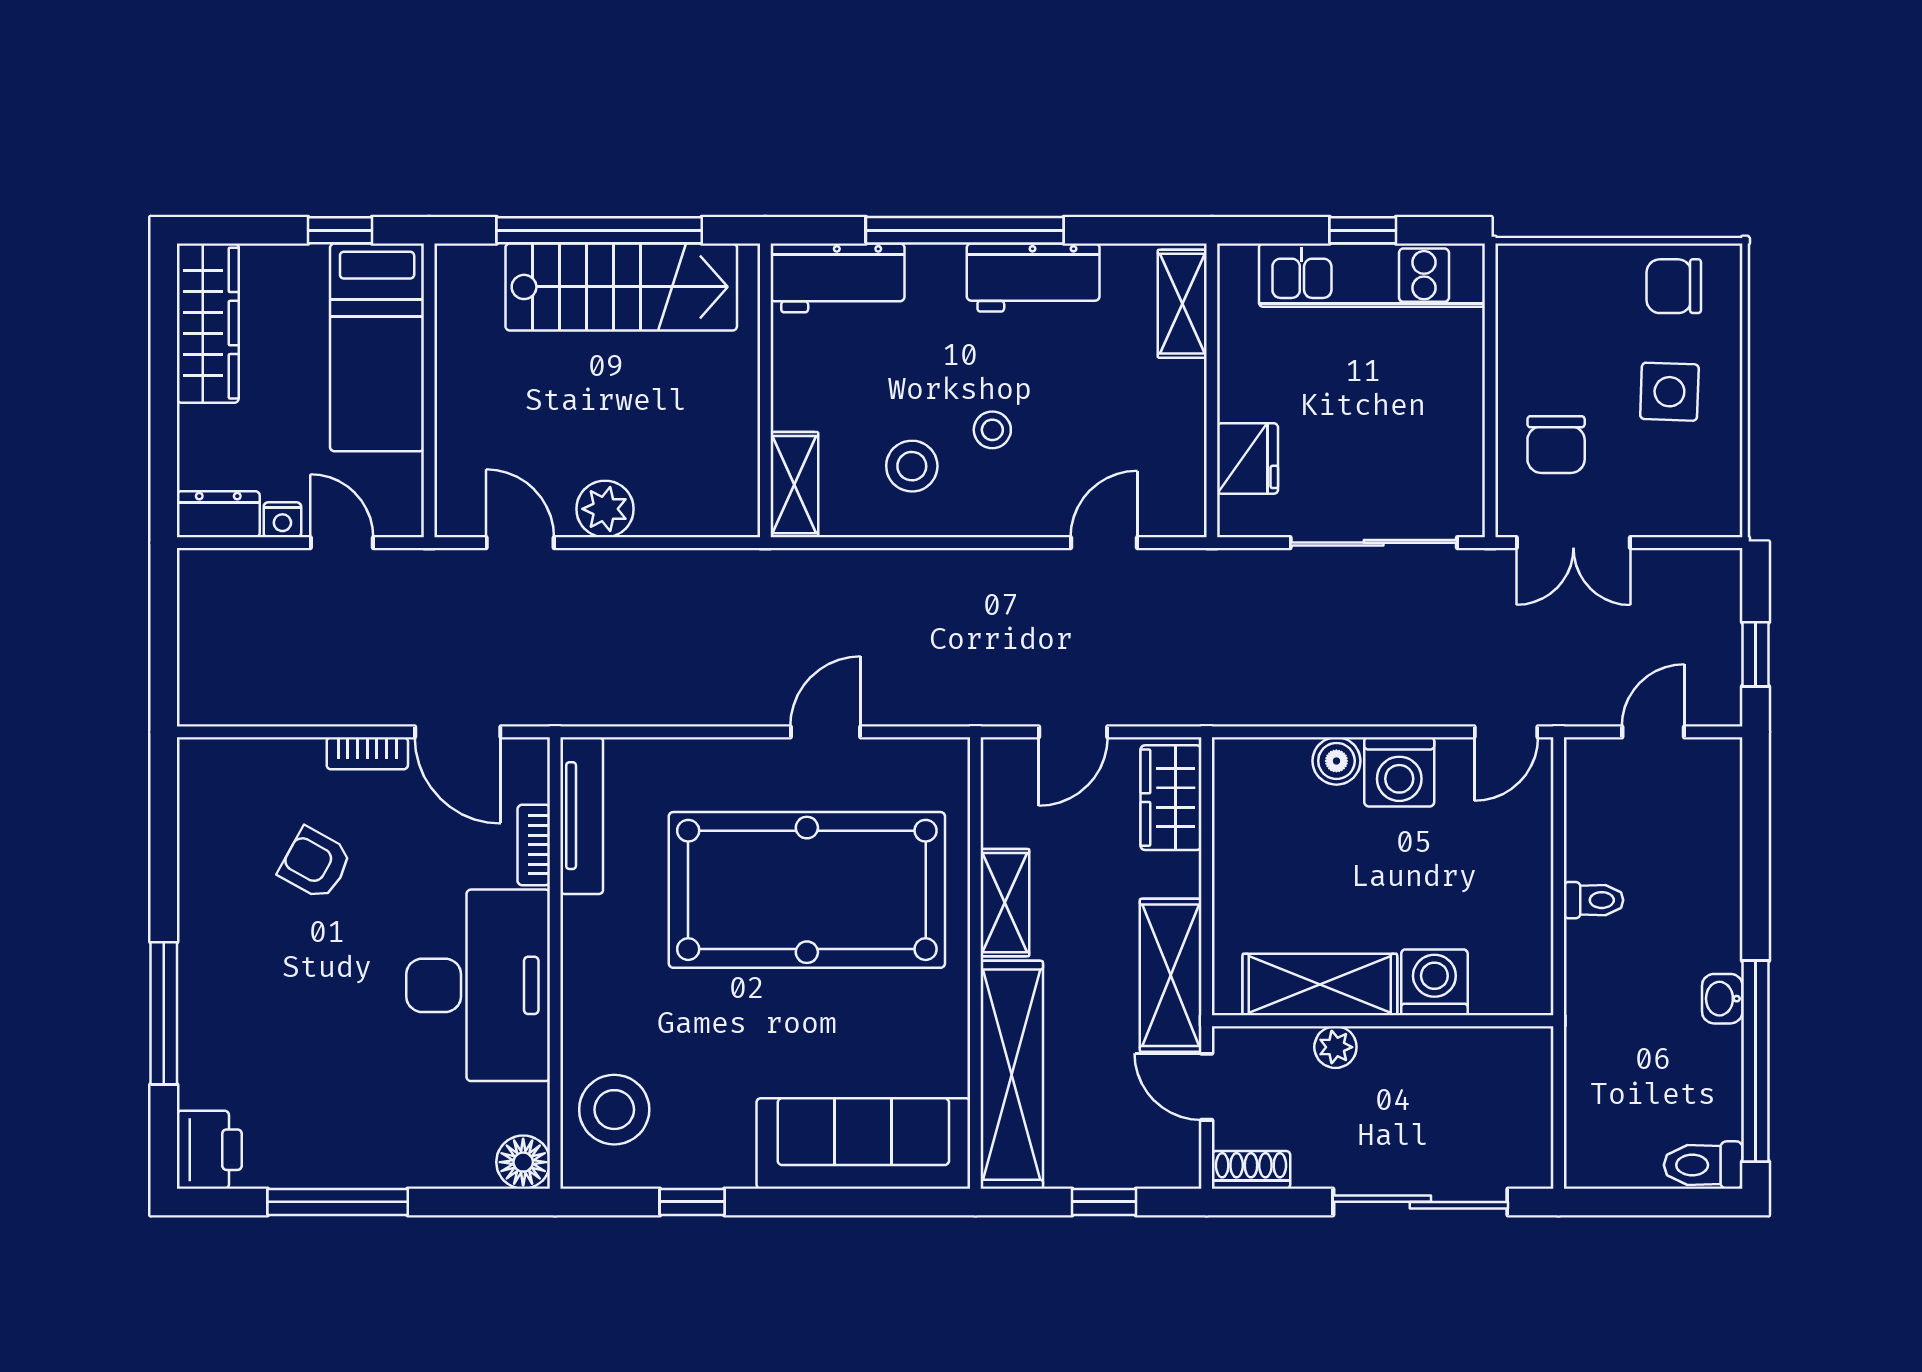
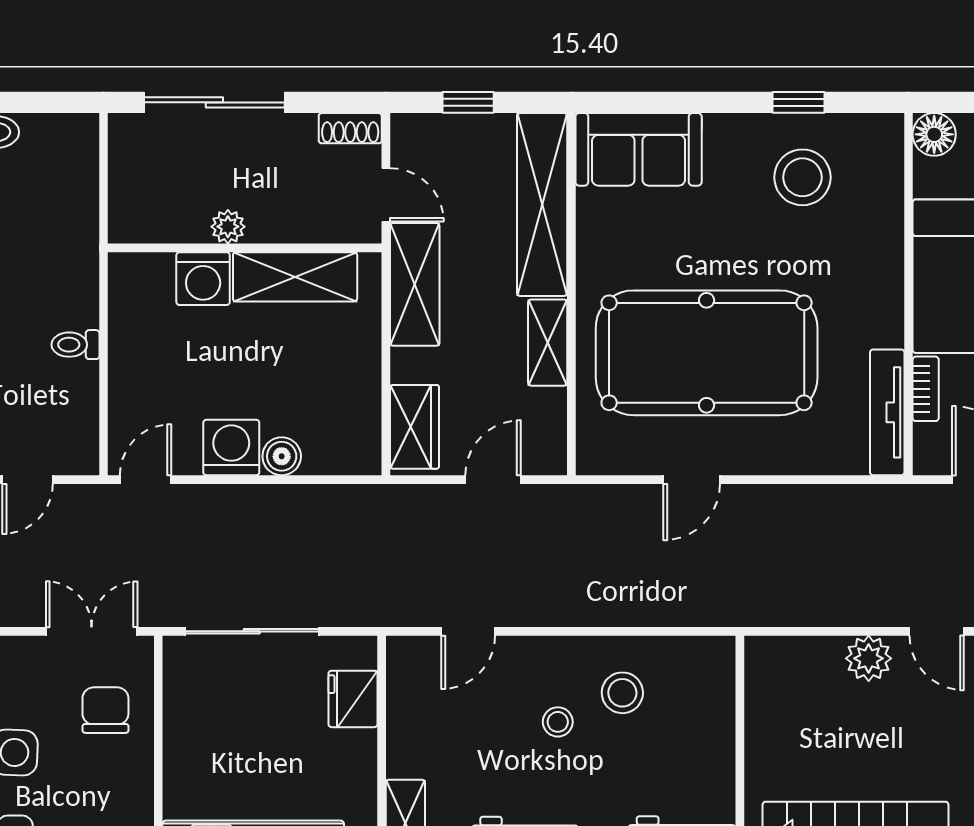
shelving: (794, 485) -> (717, 678), removed
plant: (1335, 1047) -> (228, 227), moved
stool: (614, 1110) -> (802, 177), moved
sofa: (863, 1143) -> (639, 149), width x0.73

